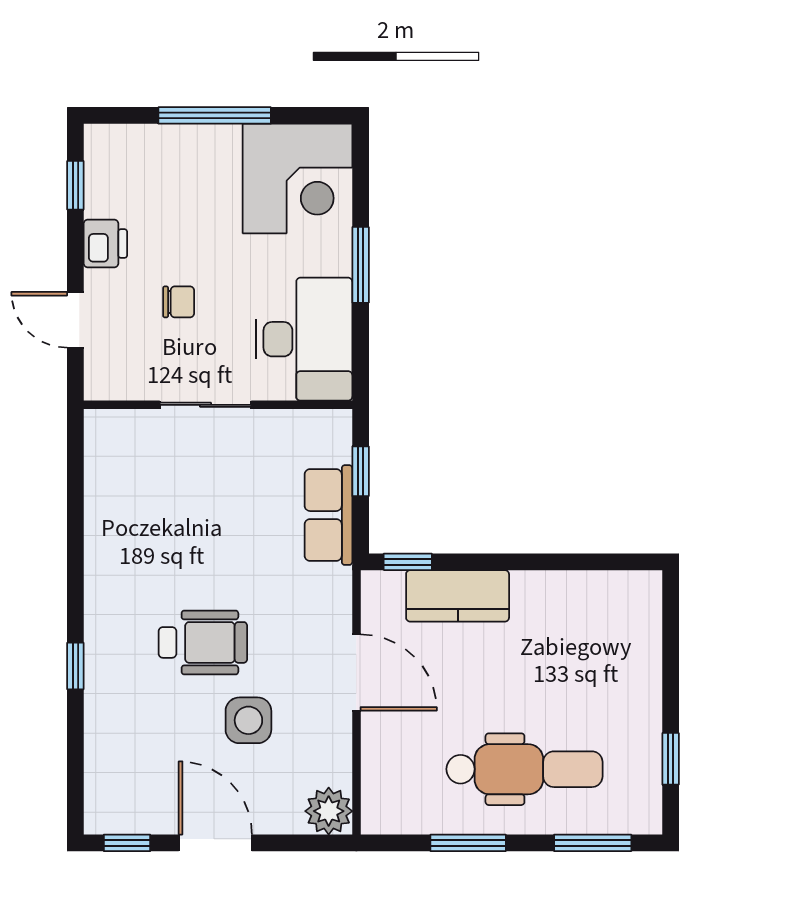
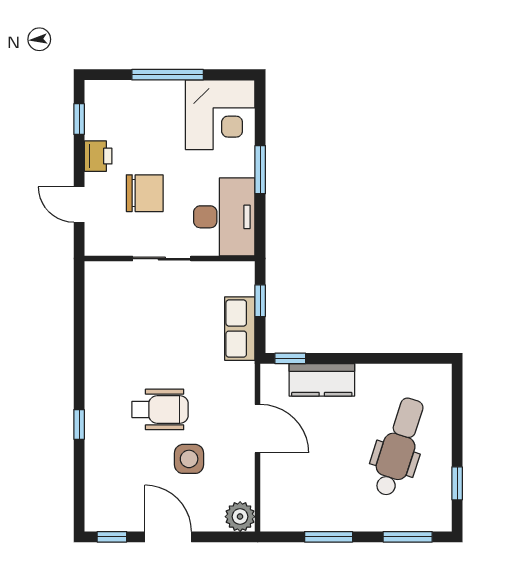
chair: (179, 302) -> (145, 193), width x1.87, depth x1.87
dental chair: (524, 769) -> (399, 447), moved, turned -72

